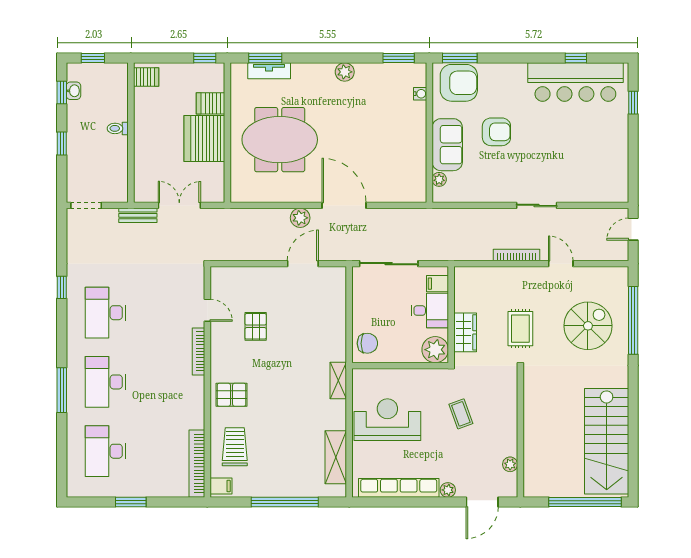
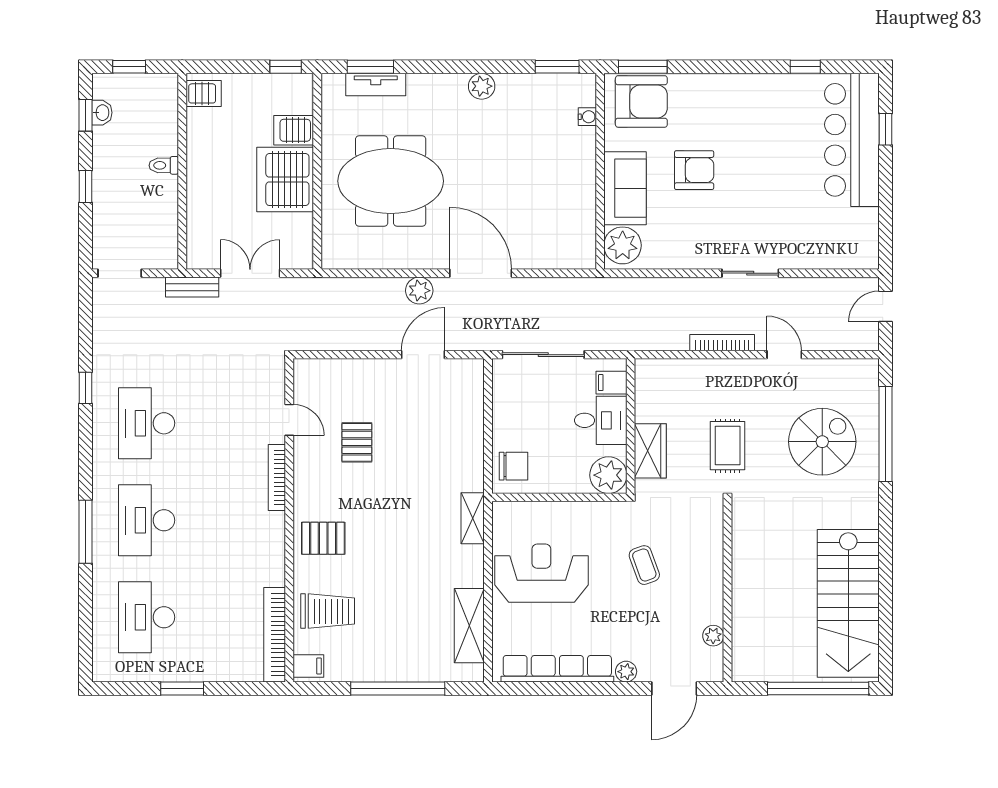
bar counter: (575, 82) -> (852, 140), moved, turned 90
plant: (439, 179) -> (623, 245), width x1.87, depth x1.87
trolley: (235, 447) -> (328, 611), turned 90

